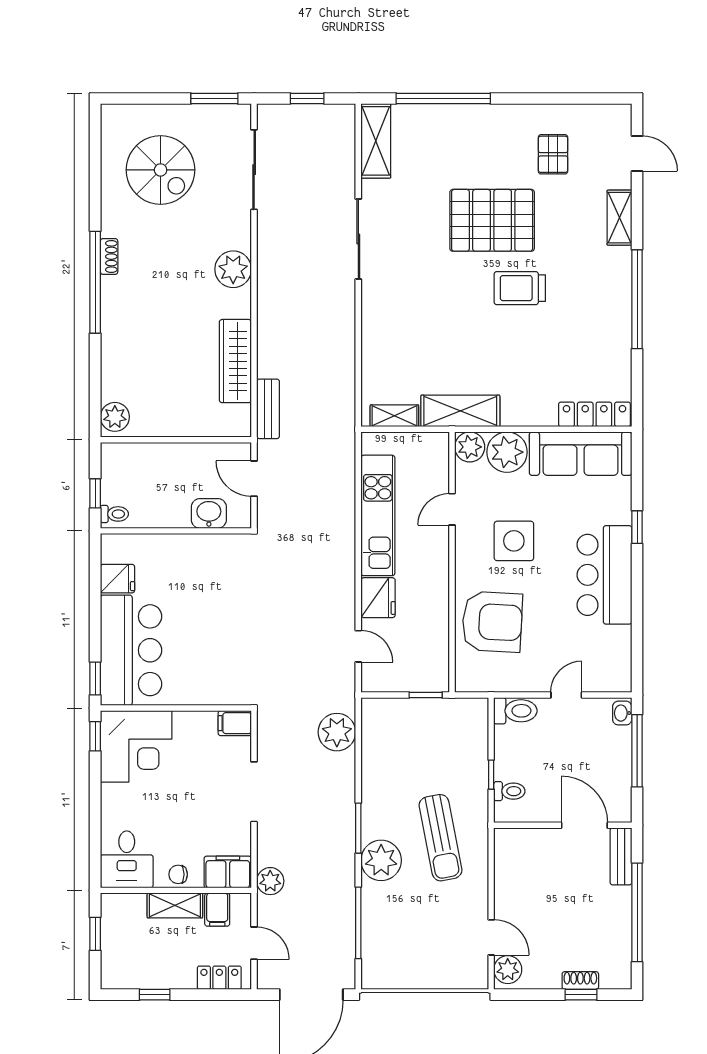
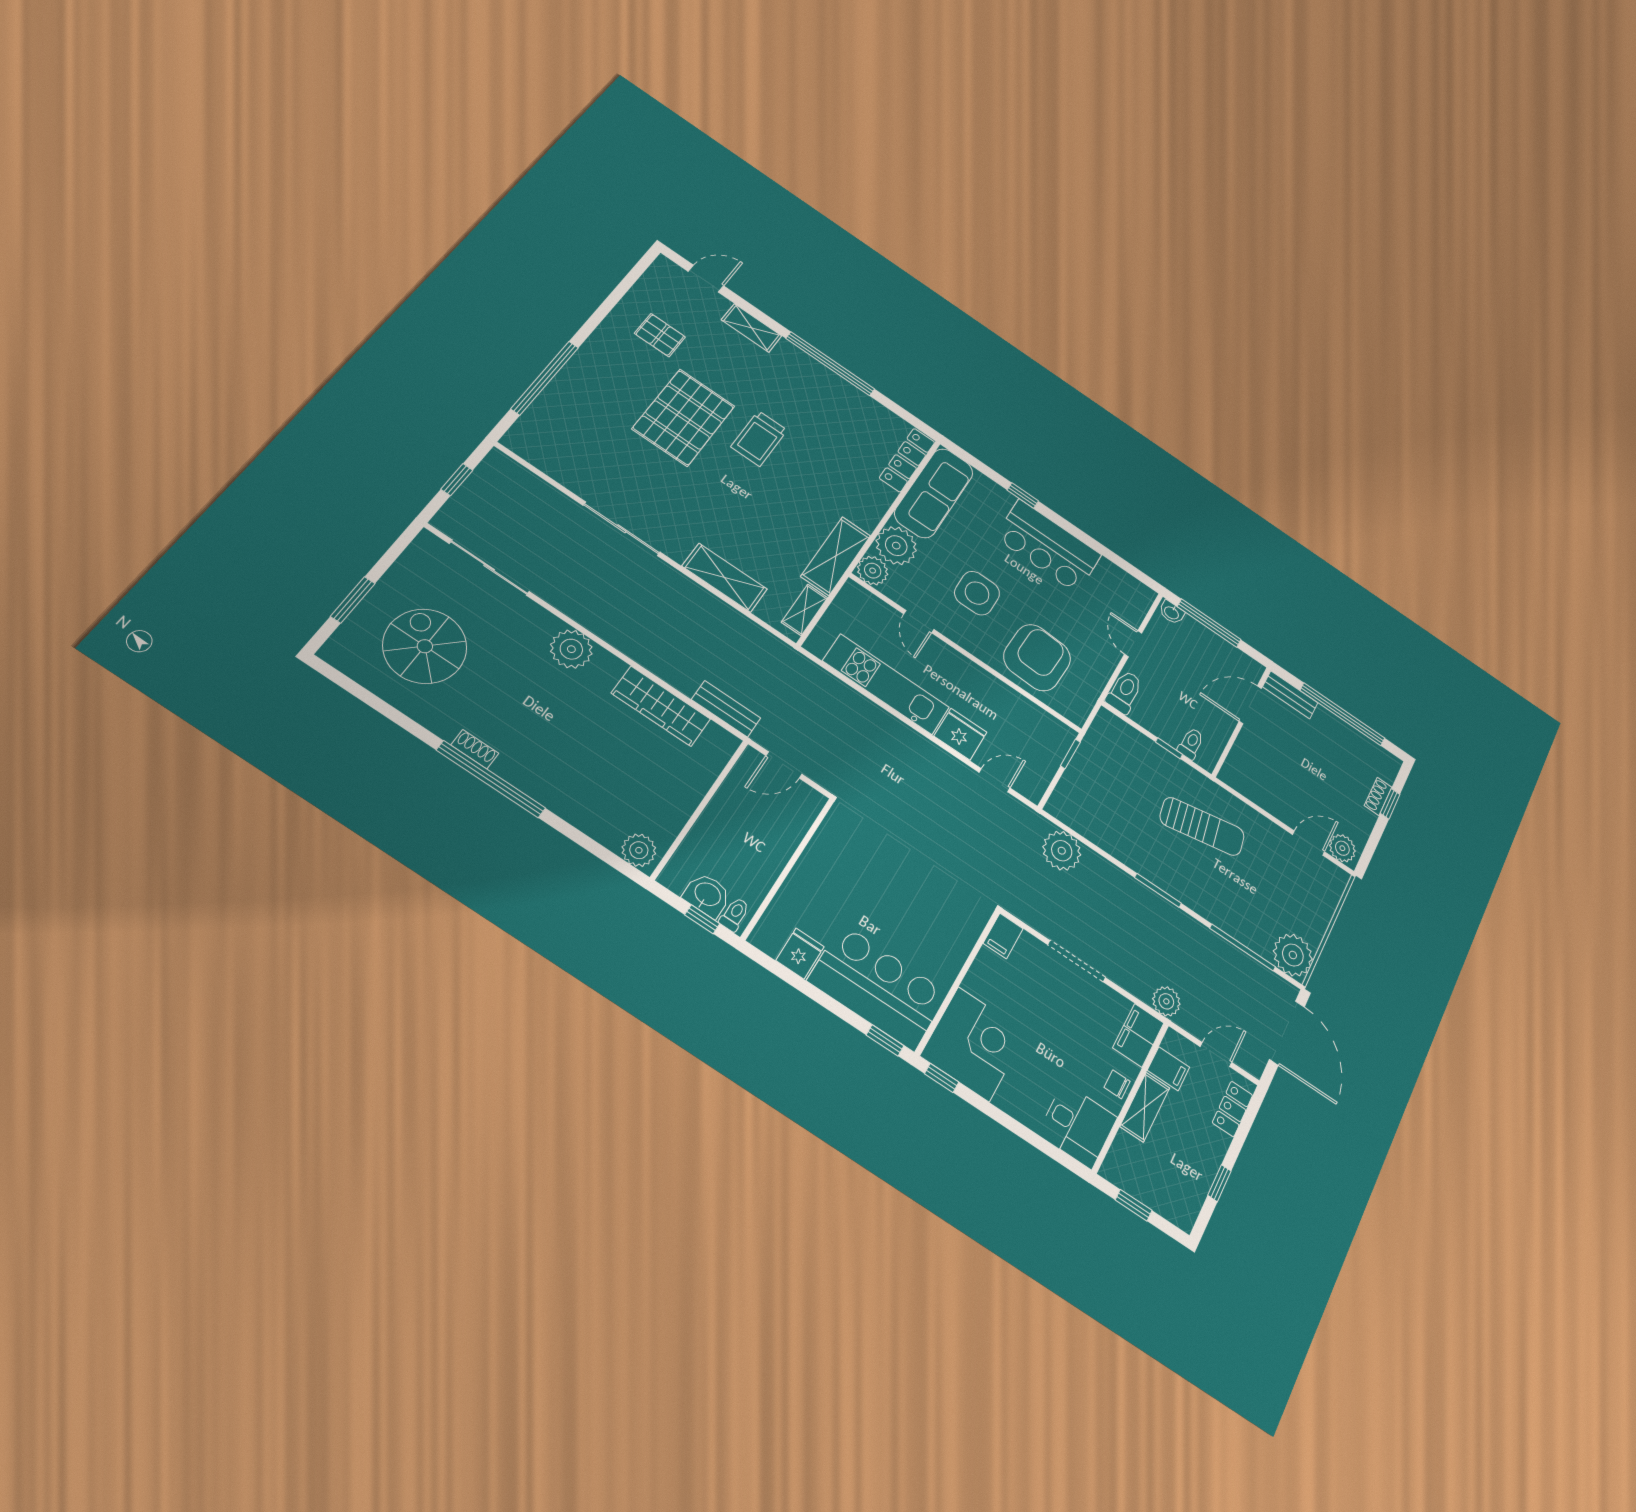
window: (214, 98) -> (353, 600), moved
shelving: (376, 141) -> (725, 578), moved
spiral stairs: (161, 170) -> (425, 646), turned -90
washbasin: (209, 513) -> (707, 895), moved, turned 90
plant: (381, 860) -> (1293, 955), moved
chair: (178, 874) -> (1117, 1084), turned 90

